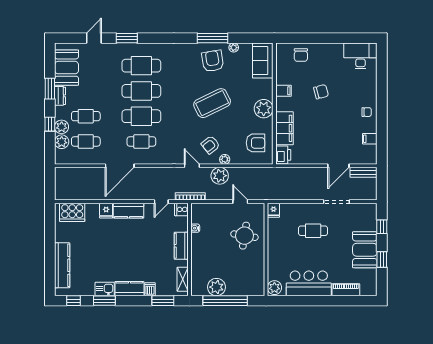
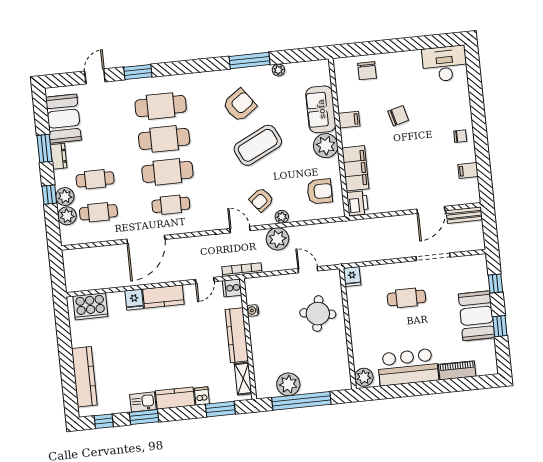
sofa: (263, 60) -> (321, 109), moved
armchair: (213, 61) -> (240, 105), moved, turned 63
kitchen counter: (181, 246) -> (237, 335), width x1.50

